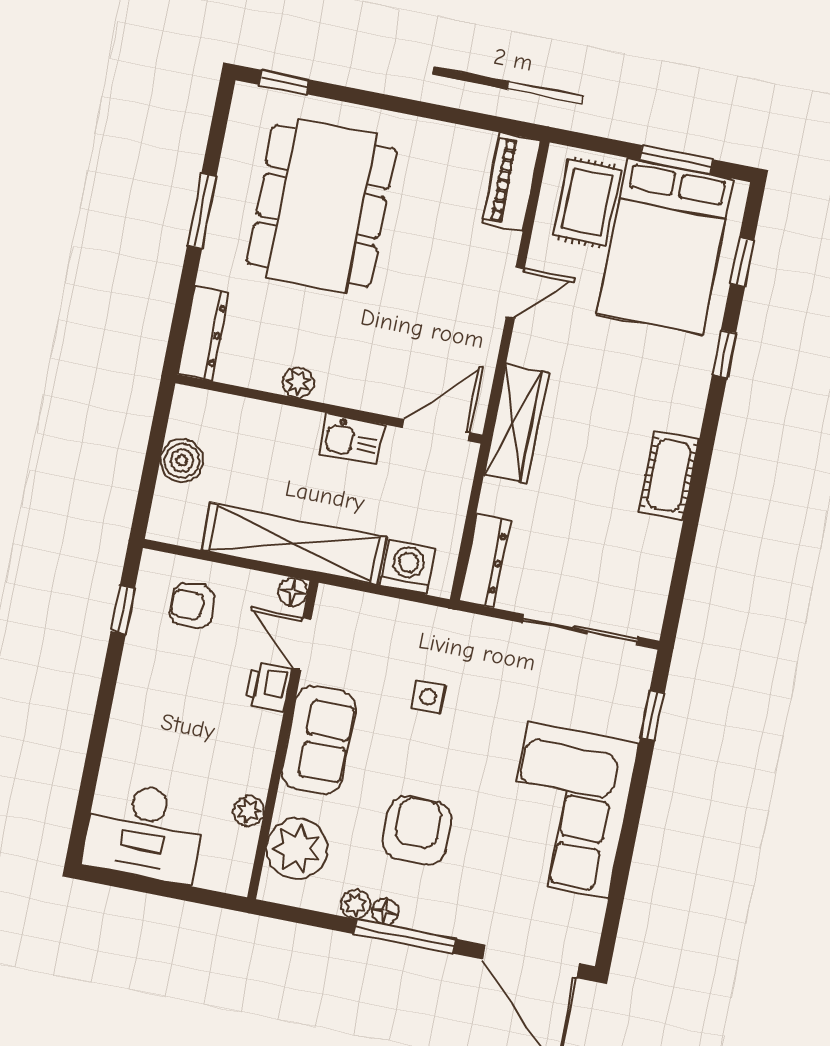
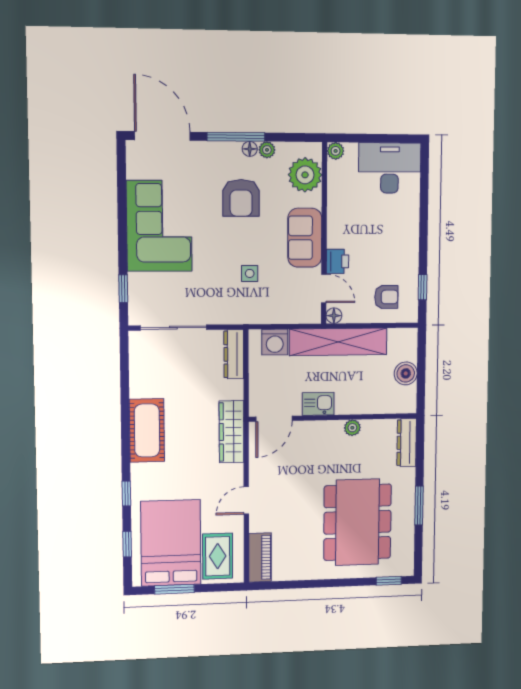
cot: (669, 475) -> (147, 430), width x1.37, depth x1.34
plant: (249, 811) -> (336, 151), moved

